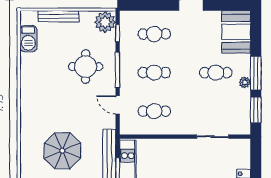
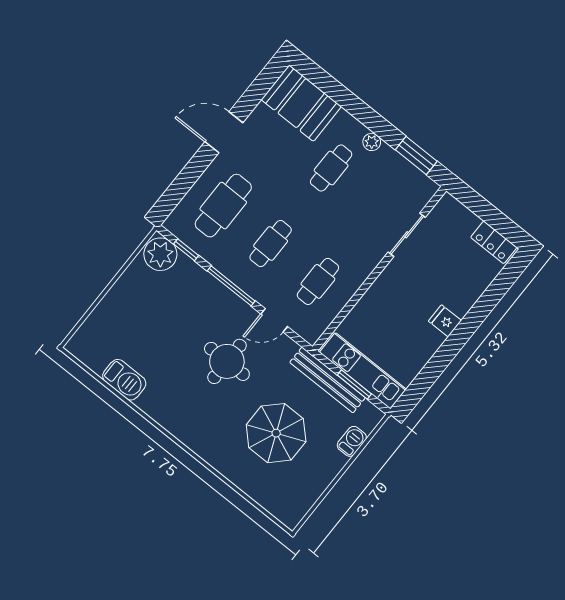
bench: (59, 16) -> (107, 305), removed
cafe table: (154, 34) -> (223, 206), width x1.37, depth x1.35
barbecue: (28, 39) -> (124, 380), moved
round table: (86, 67) -> (227, 361), moved
window: (256, 73) -> (371, 119), removed

